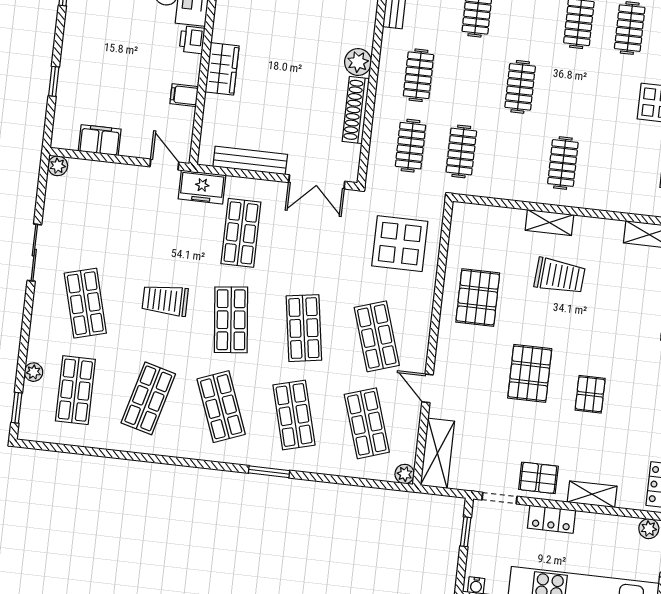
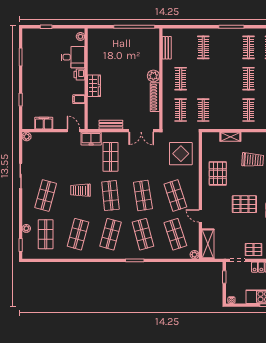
clothes rail: (520, 87) -> (248, 79), moved
bench: (250, 160) -> (111, 125), width x0.73
shelving: (549, 222) -> (230, 137), moved
shop shelf: (85, 303) -> (46, 196), turned 30
pallet: (530, 373) -> (244, 204), turned 90
shop shelf: (221, 407) -> (110, 234), turned 36

